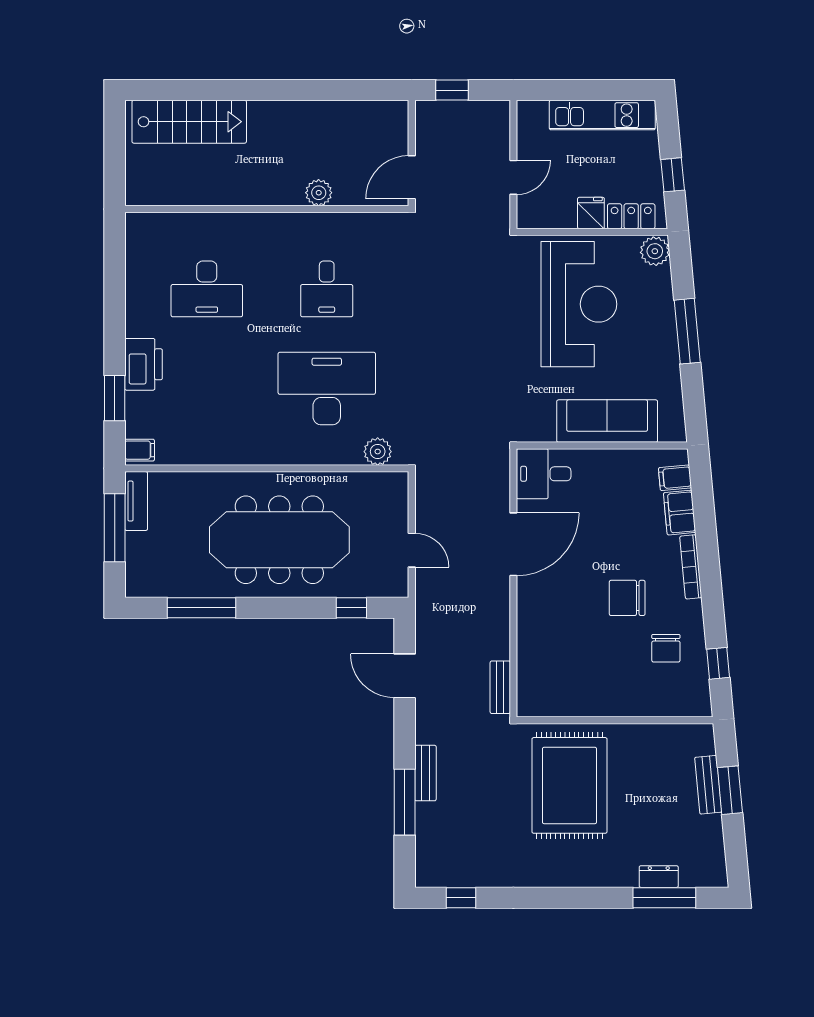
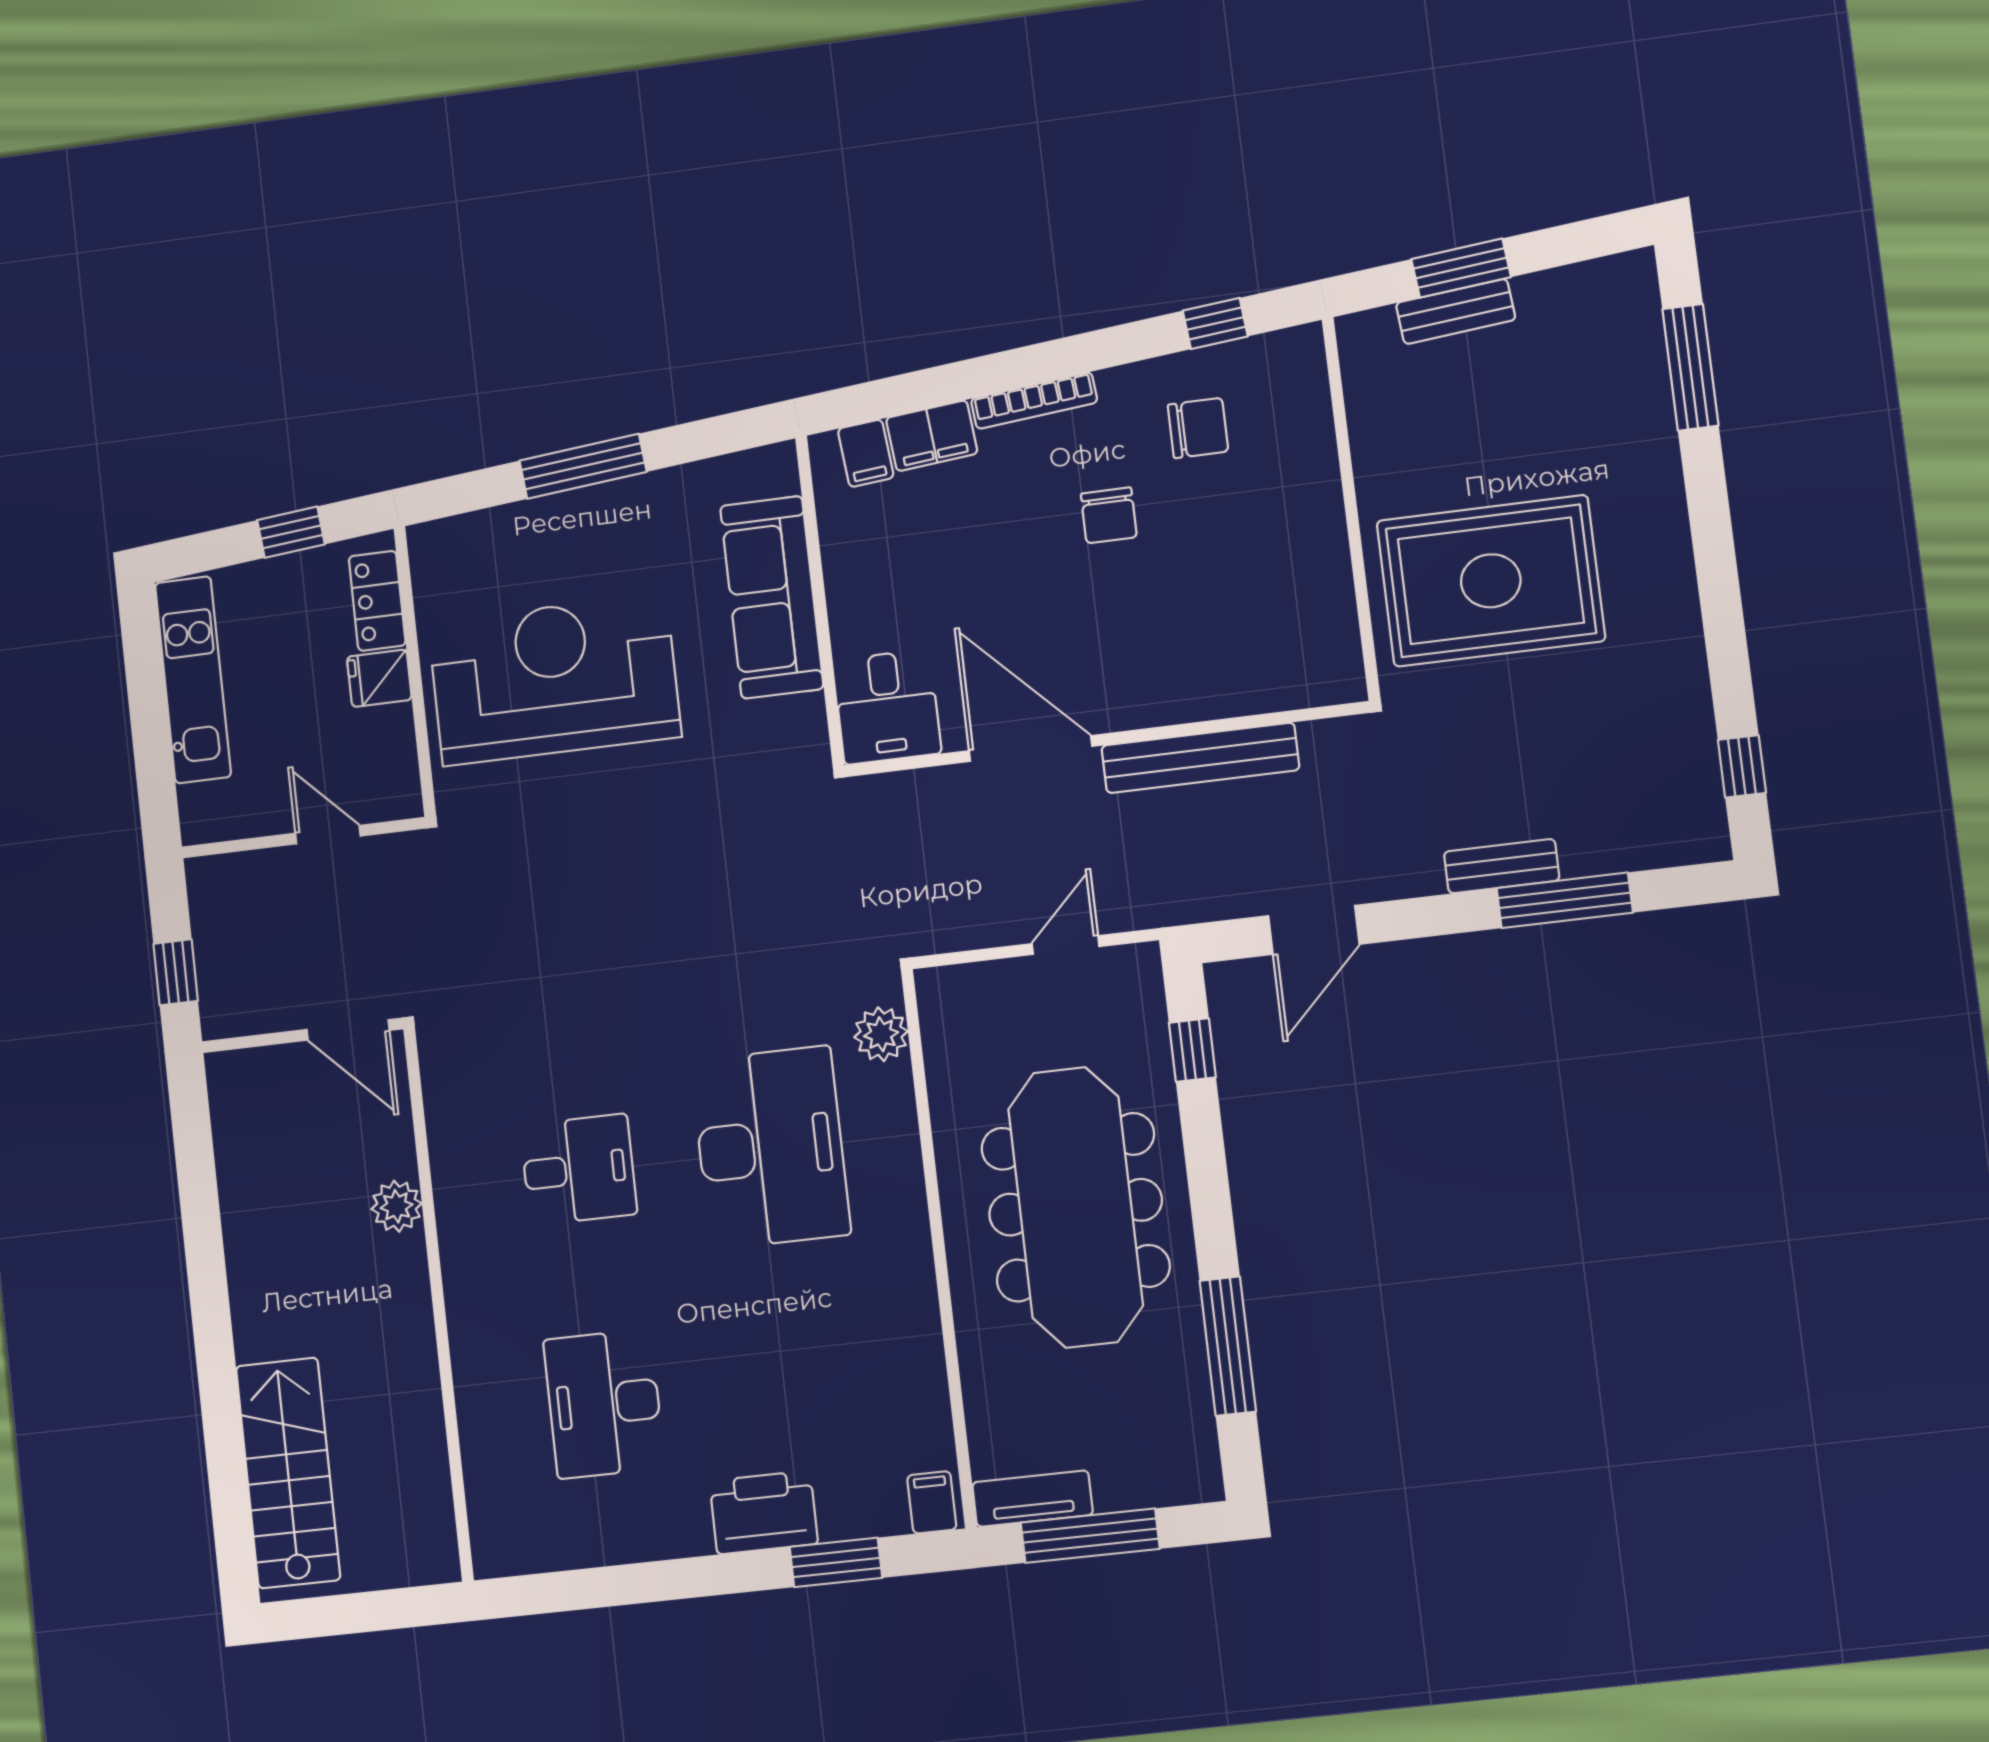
plant: (655, 251) -> (438, 547), removed
desk: (207, 289) -> (604, 1404), turned 180
desk: (327, 389) -> (770, 1148), turned 180
chair: (627, 598) -> (1109, 515), width x0.73, depth x0.73
bench: (500, 687) -> (1200, 758), moved, width x1.86, depth x1.21
dresser: (659, 877) -> (1650, 384), removed

